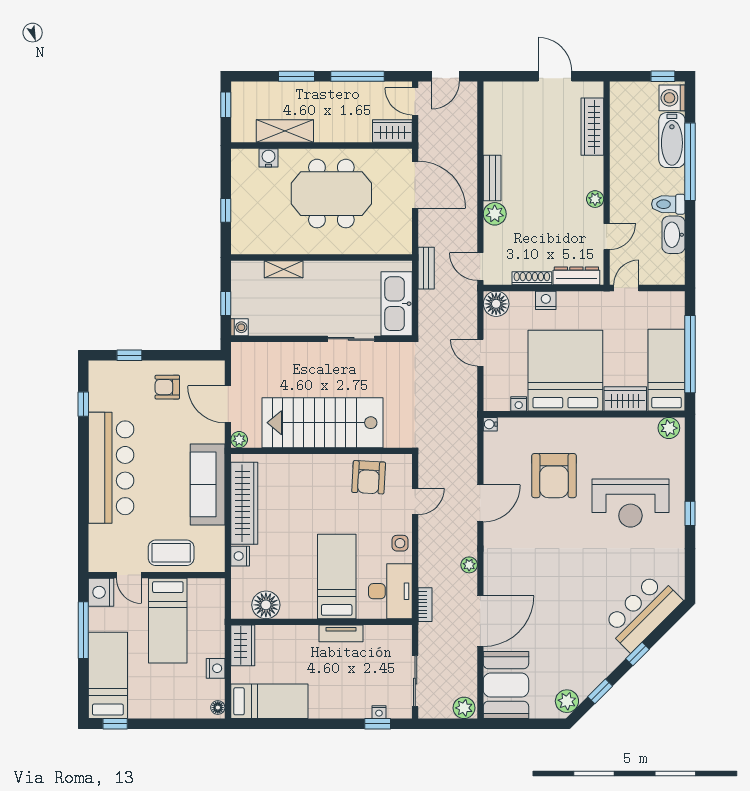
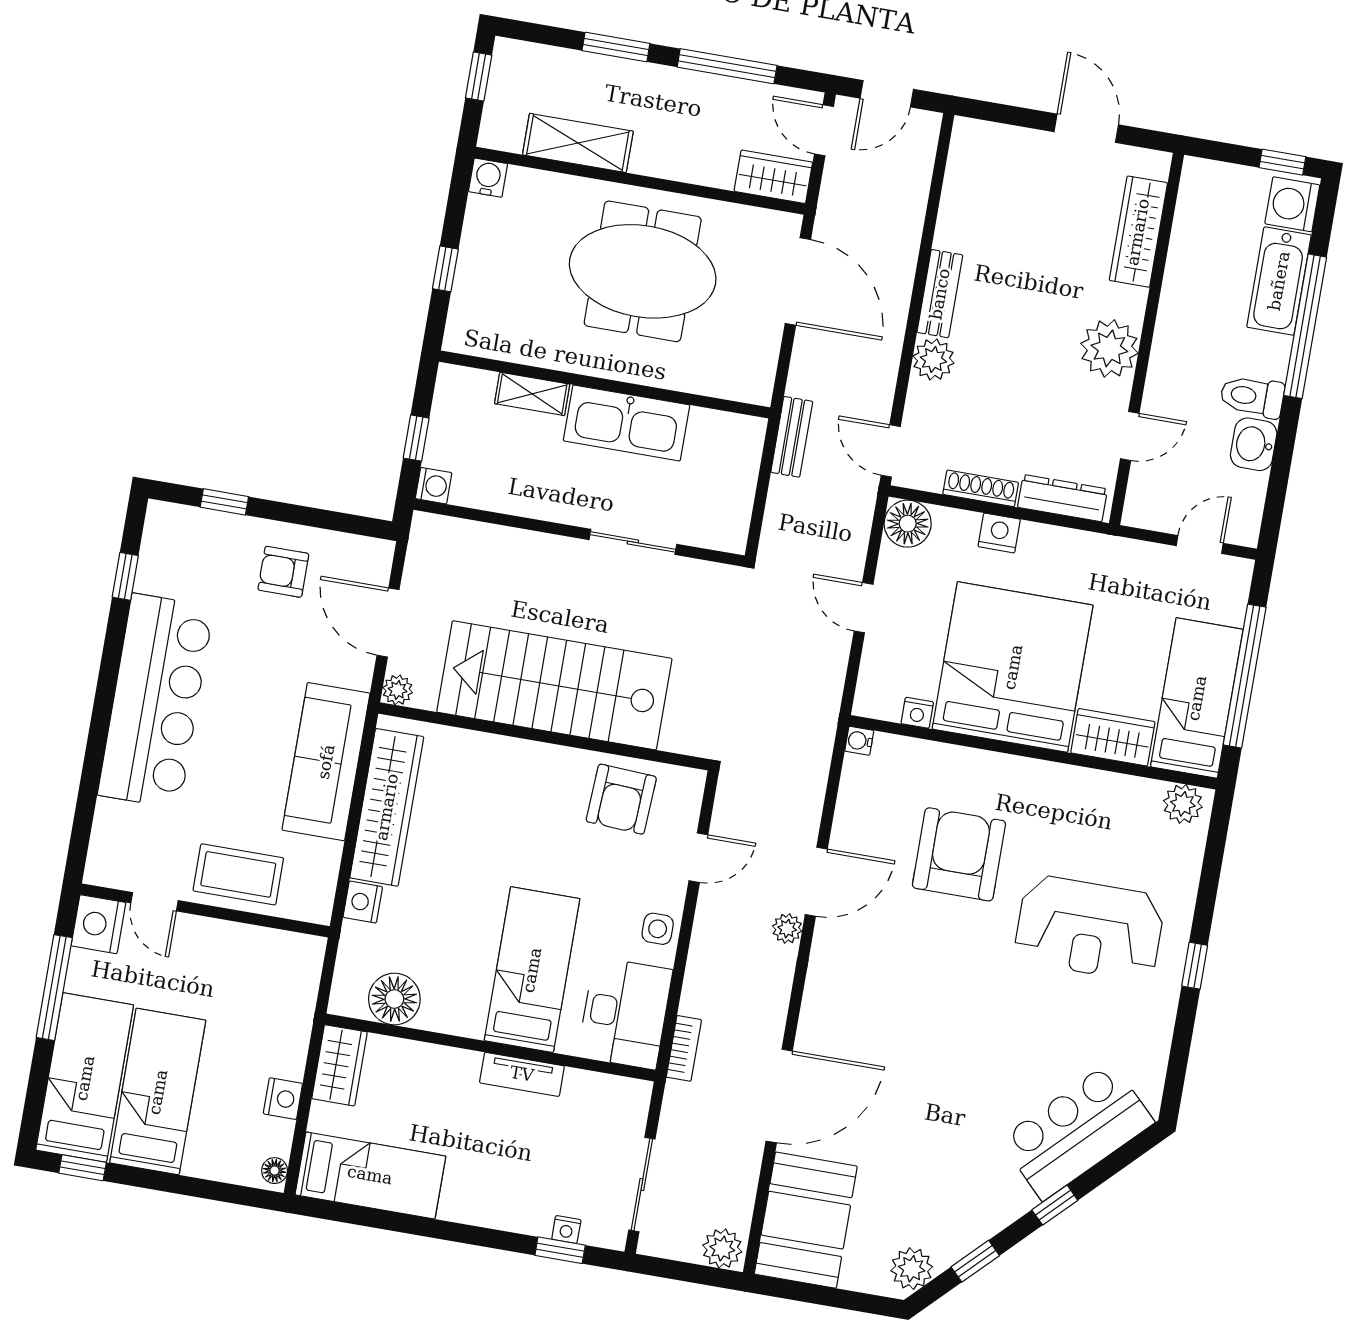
water cooler: (269, 158) -> (488, 178), moved
plant: (595, 199) -> (1109, 348), width x1.88, depth x1.88
washbasin: (673, 235) -> (1254, 444), width x0.72
door: (626, 288) -> (1200, 545), moved
kitchen sink: (397, 304) -> (627, 423), moved, turned -90
armchair: (554, 476) -> (959, 854), turned 180
plant: (469, 565) -> (787, 929), moved
bed: (168, 621) -> (158, 1092), moved, turned 180

